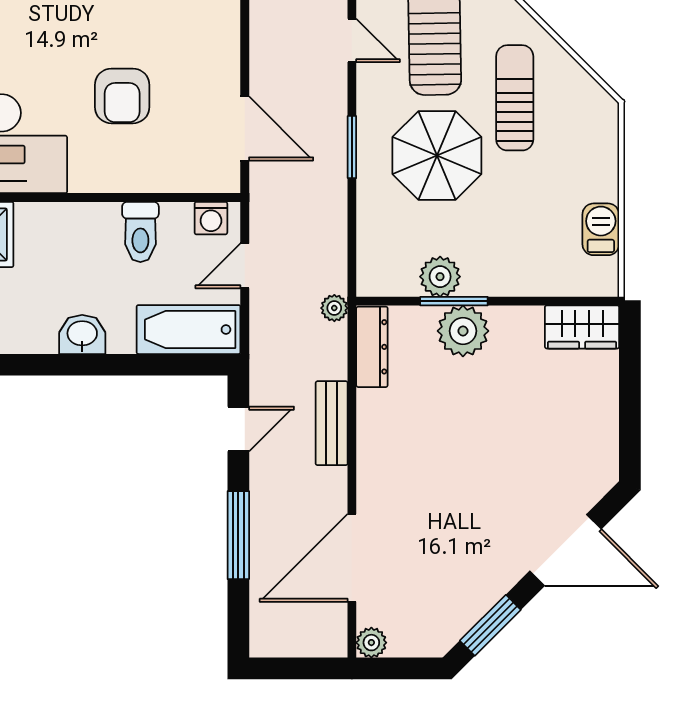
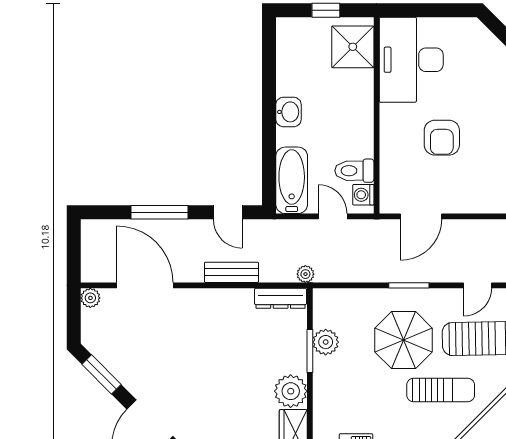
armchair: (122, 96) -> (442, 138), turned -90
toilet: (140, 232) -> (354, 171), moved
plant: (463, 331) -> (291, 391), moved

